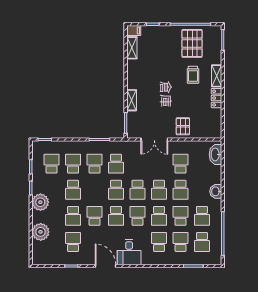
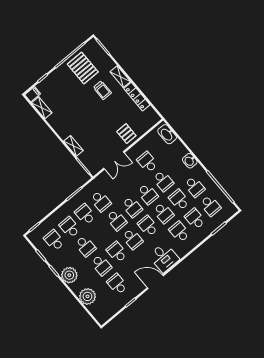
locker: (217, 98) -> (137, 97), width x1.53

